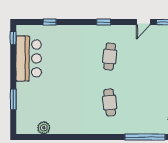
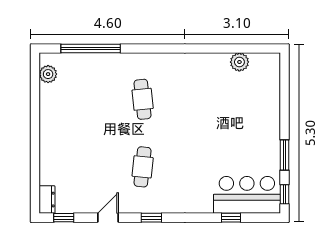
door: (143, 22) -> (108, 218), moved
bar counter: (29, 58) -> (247, 195), moved, turned 90
window: (13, 99) -> (285, 155), moved

